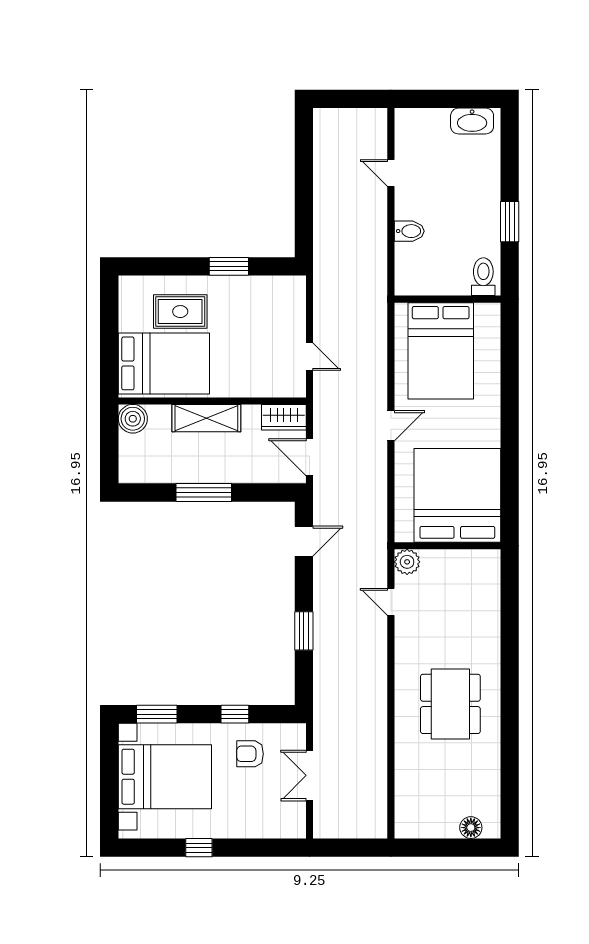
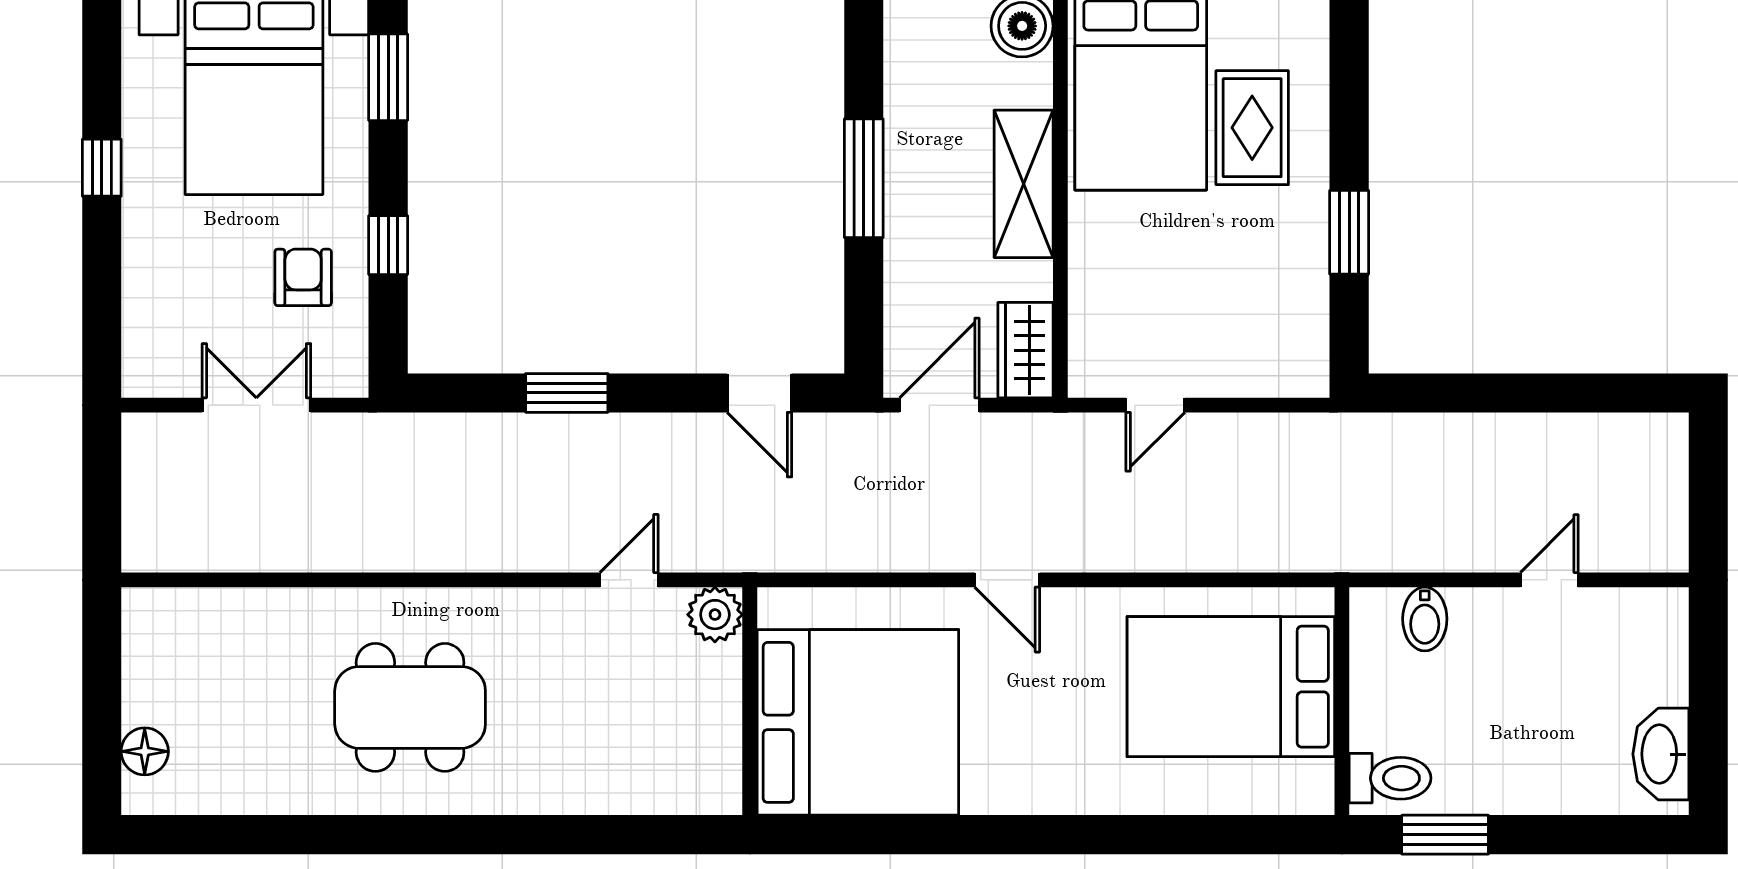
toilet: (483, 277) -> (1390, 778), moved
wall: (447, 299) -> (1342, 701), moved
bed: (441, 351) -> (1231, 687), moved

